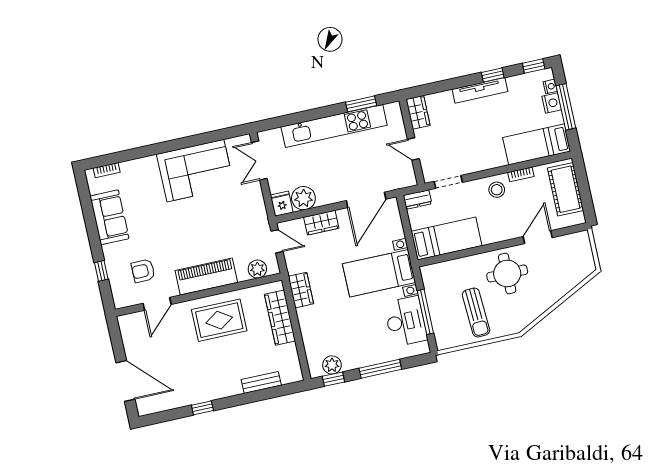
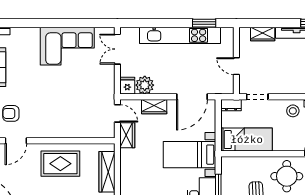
wardrobe: (418, 112) -> (263, 34), moved, turned 90
plant: (257, 269) -> (98, 131), removed
piano: (206, 277) -> (58, 128), removed
wardrobe: (301, 290) -> (127, 135), moved

